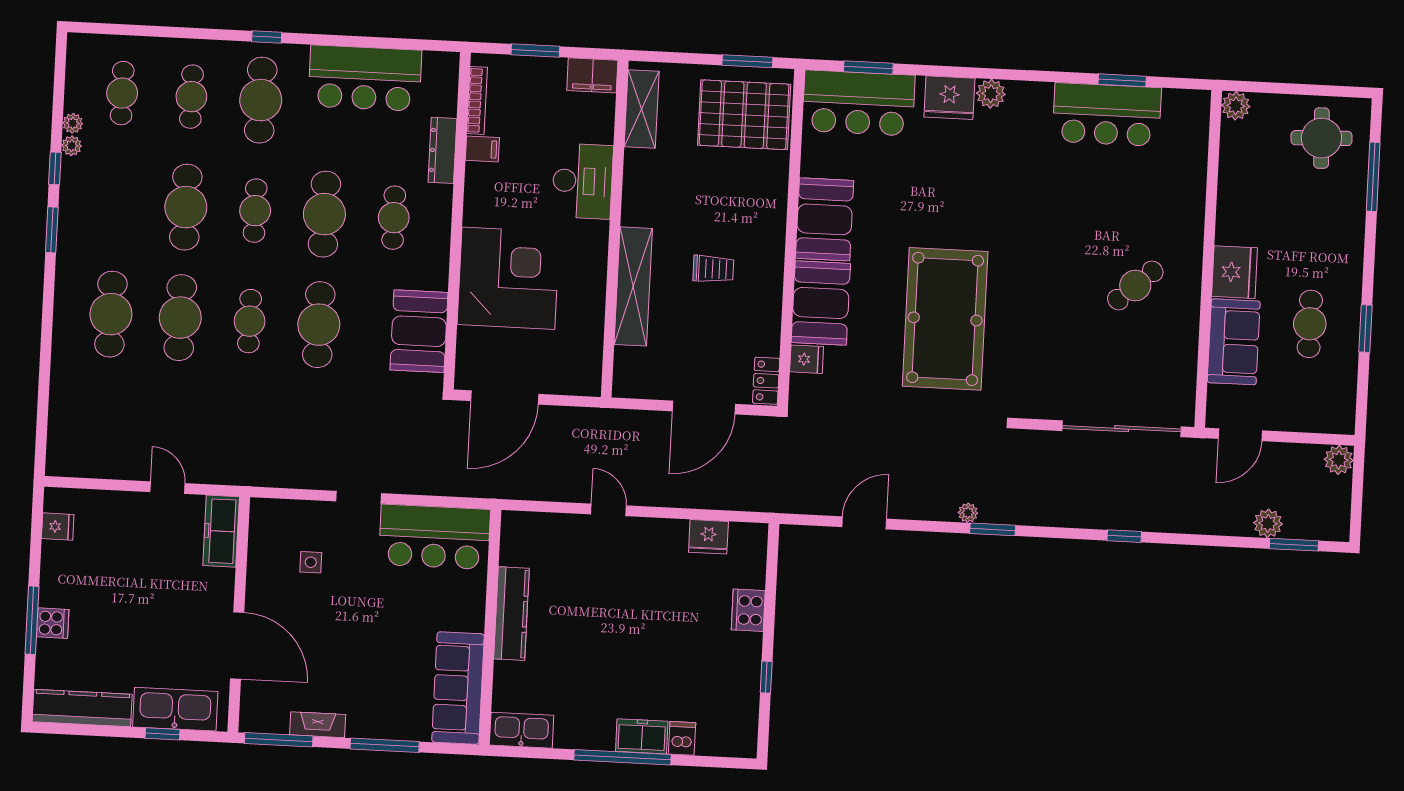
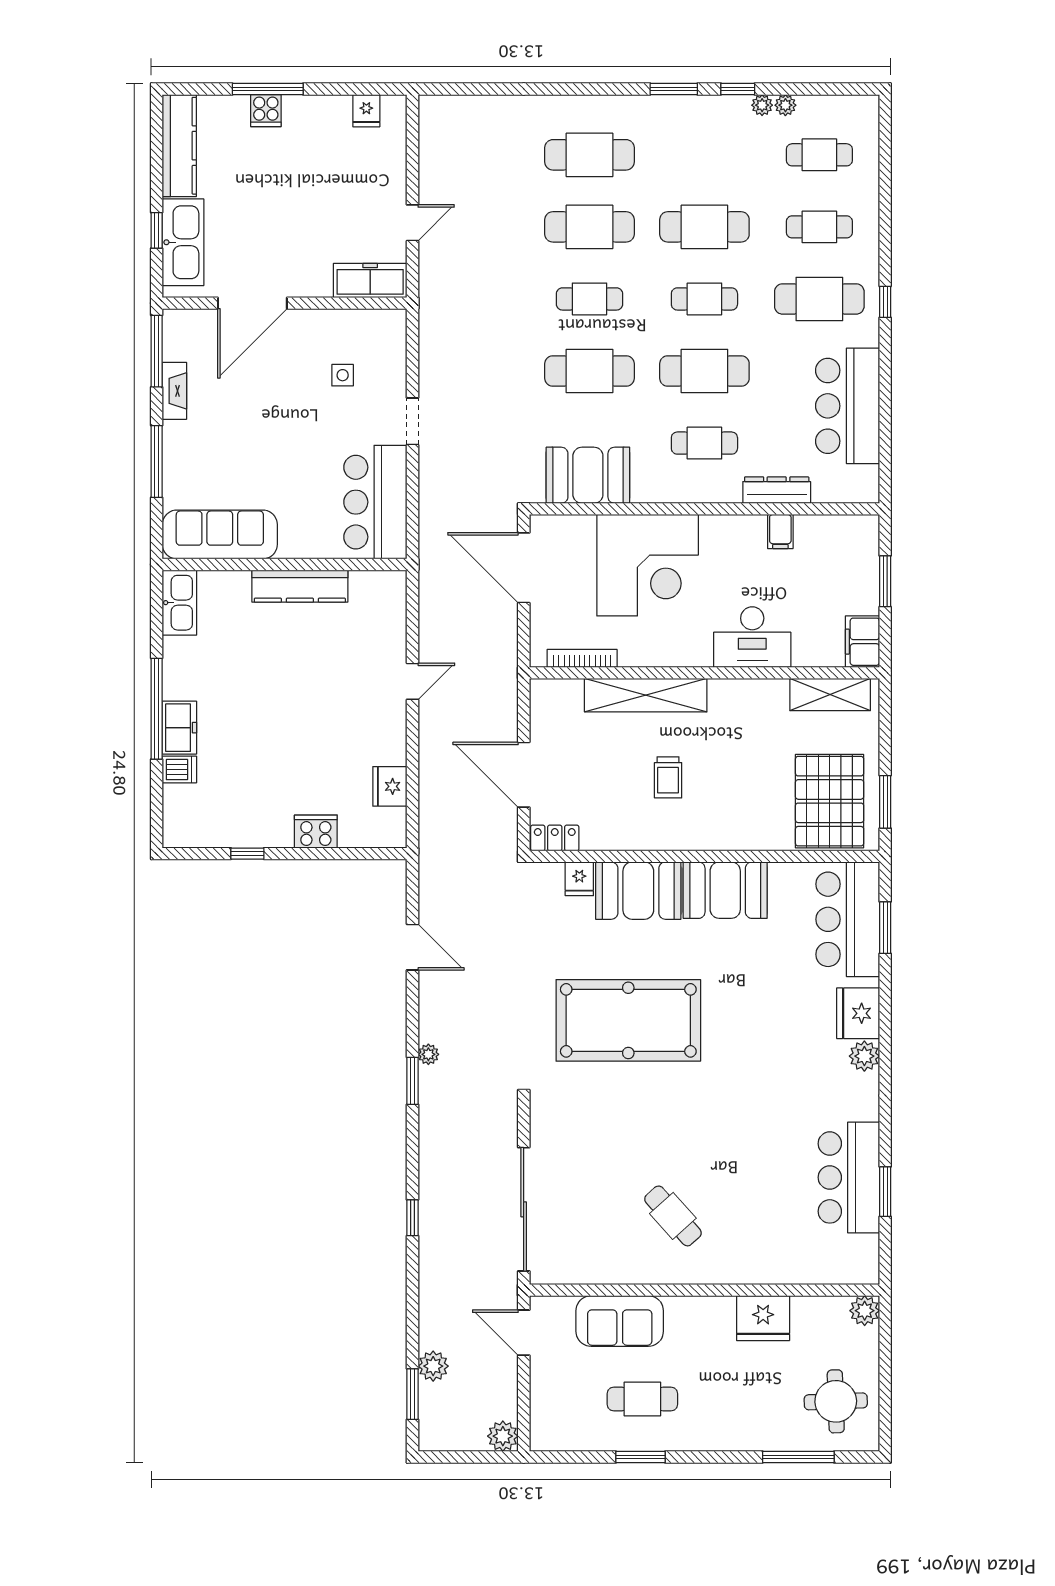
bookcase: (477, 100) -> (582, 658), moved, turned 180
fridge: (1234, 272) -> (763, 1318), moved

